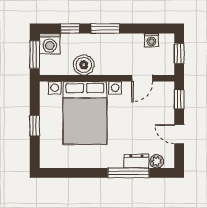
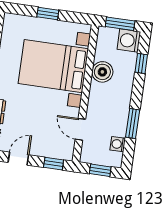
window: (105, 29) -> (133, 124), moved

